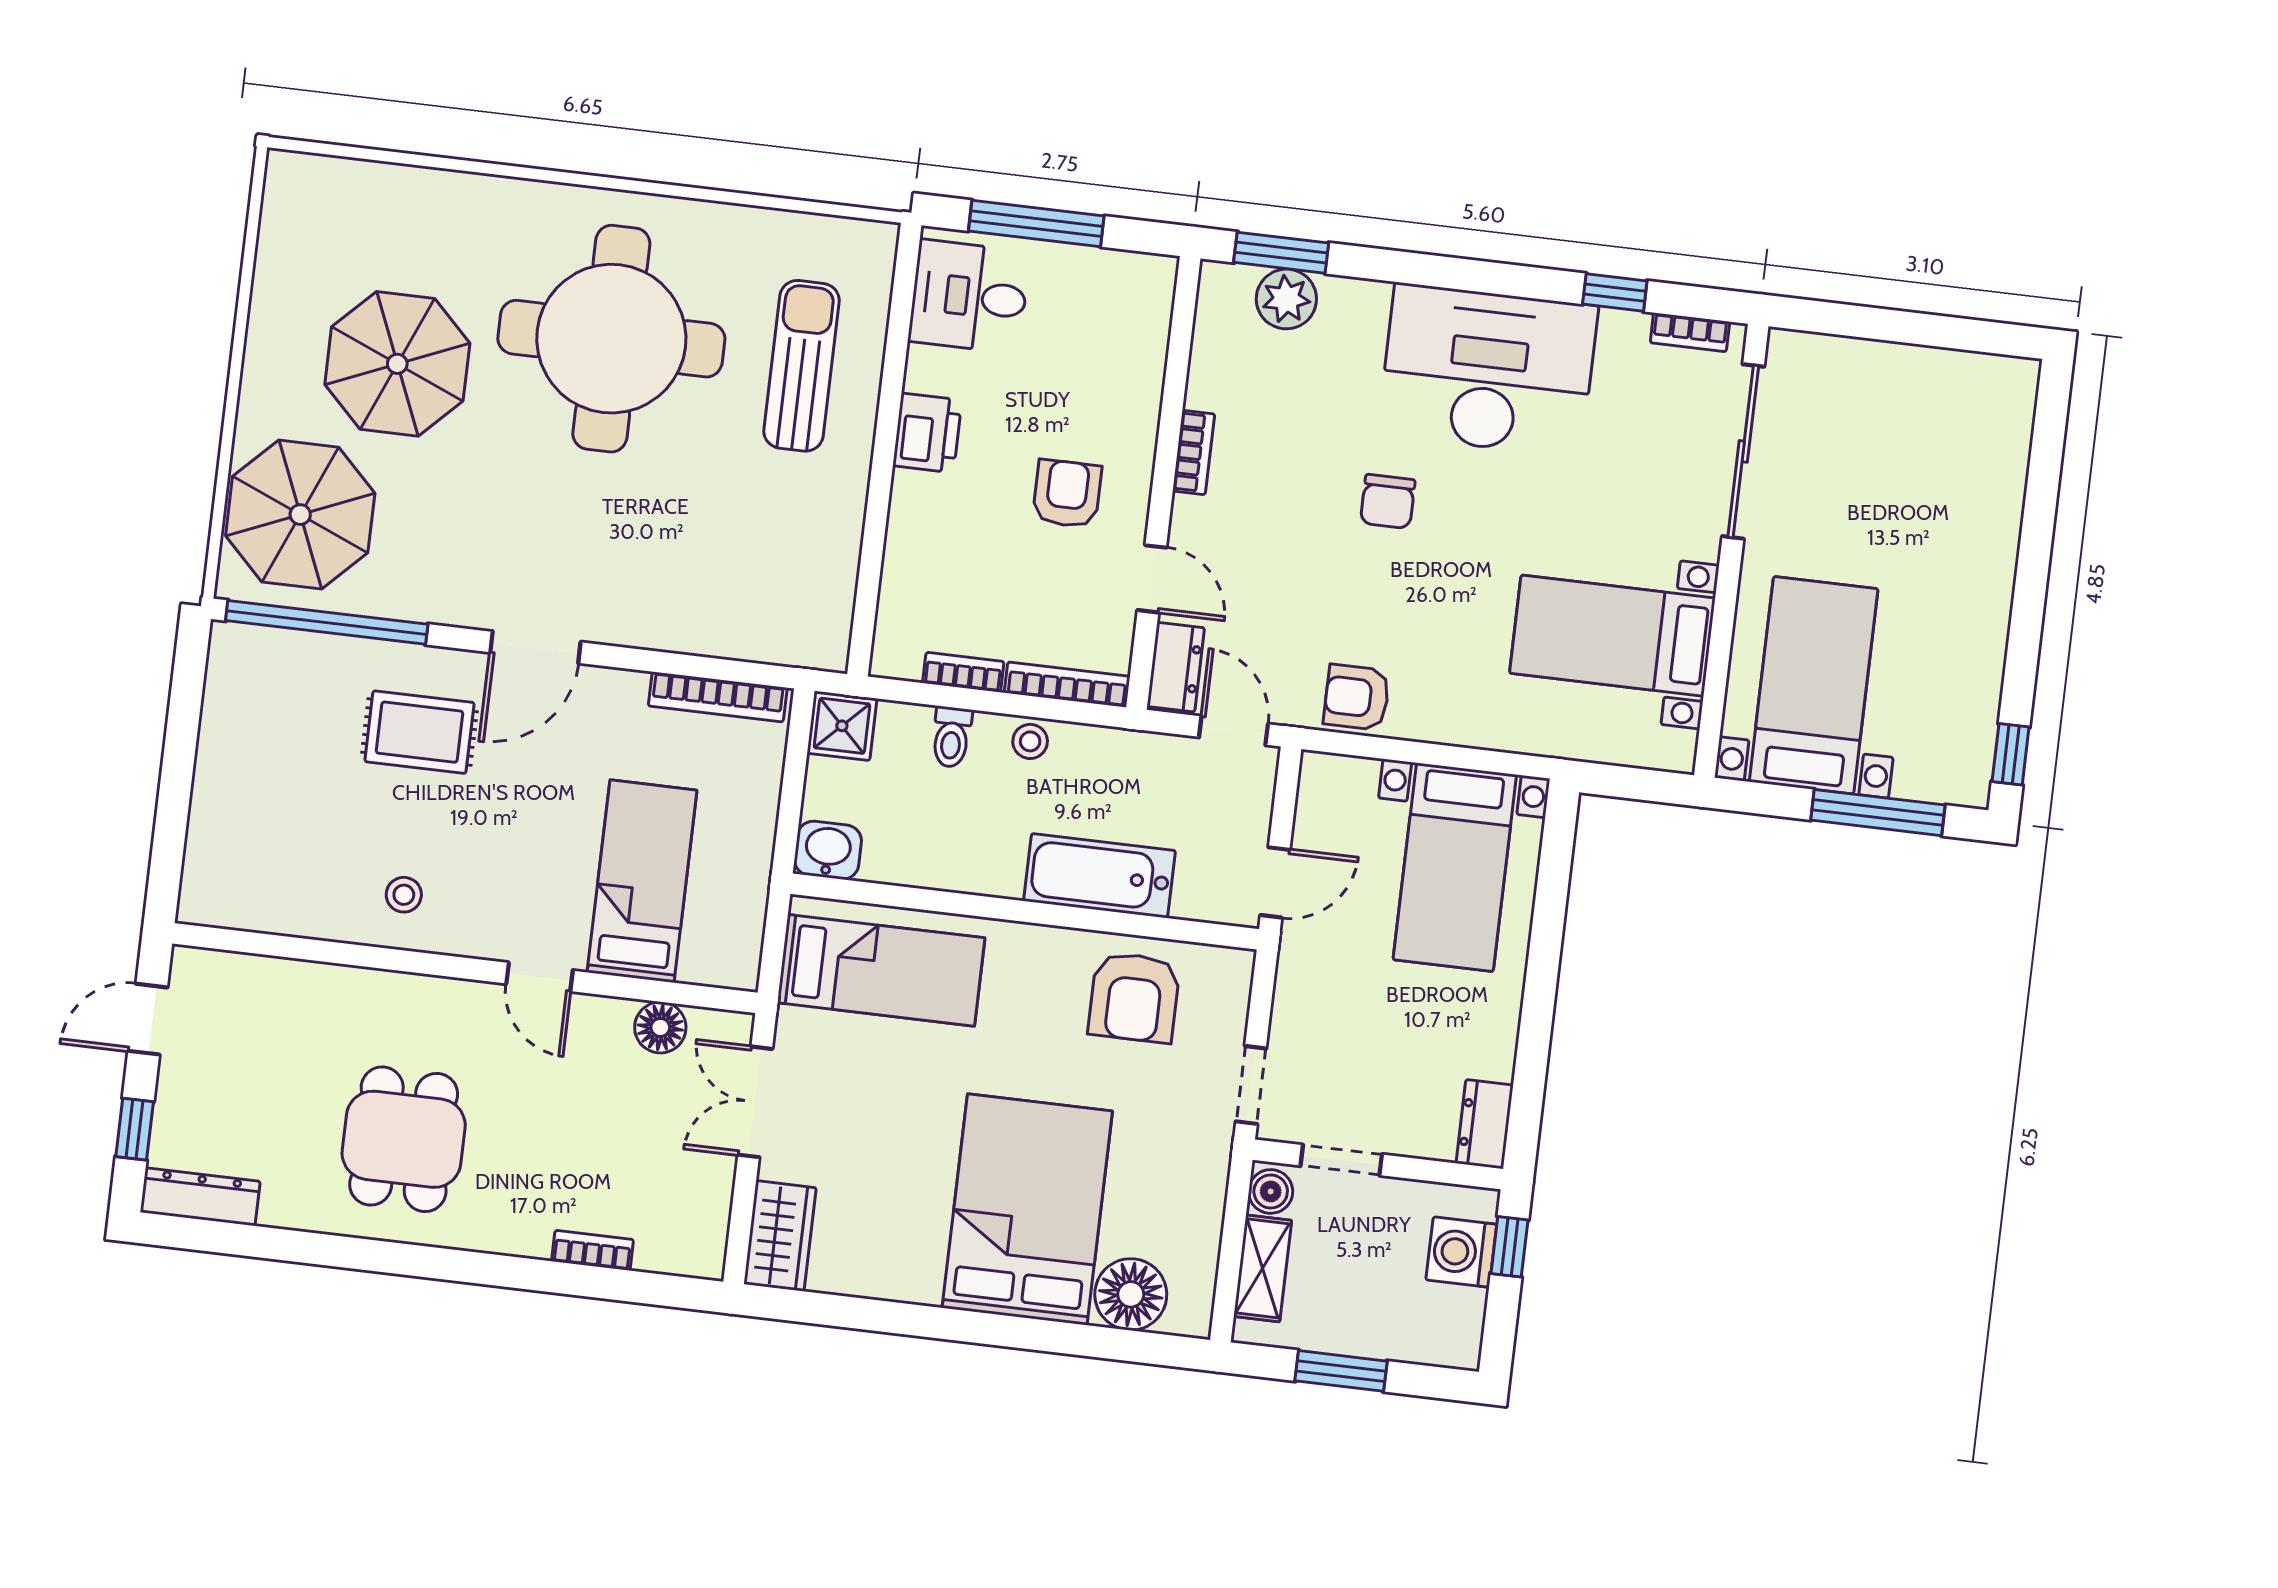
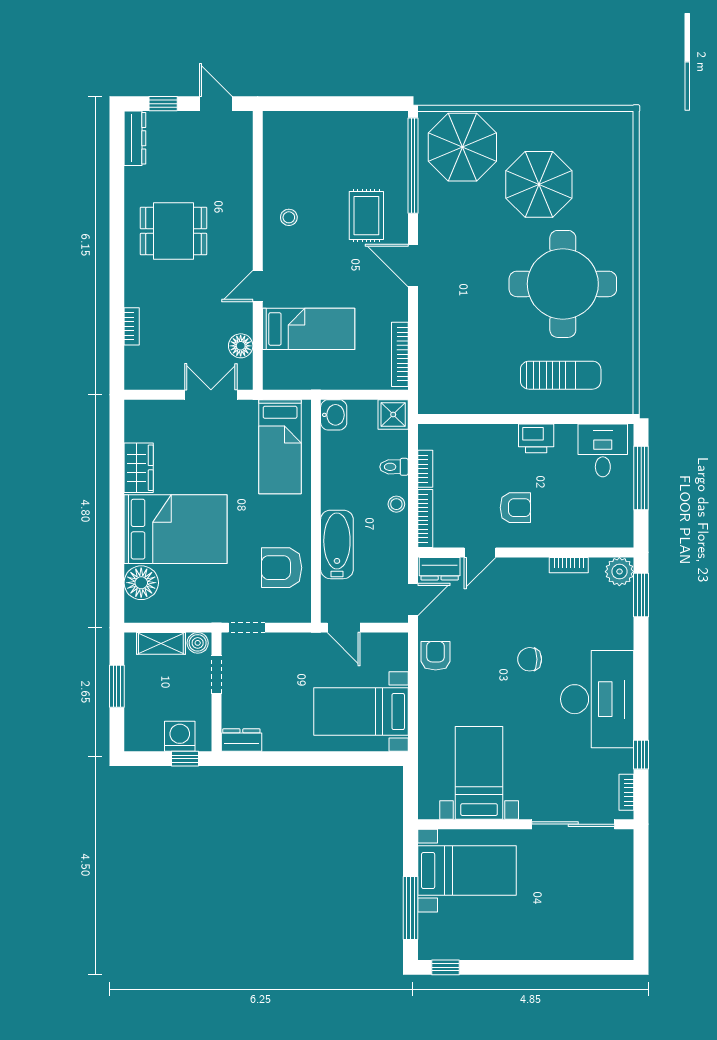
plant: (1286, 299) -> (619, 572), moved
bookcase: (1194, 452) -> (569, 565), moved
wardrobe: (780, 1236) -> (139, 468), moved, turned -90

